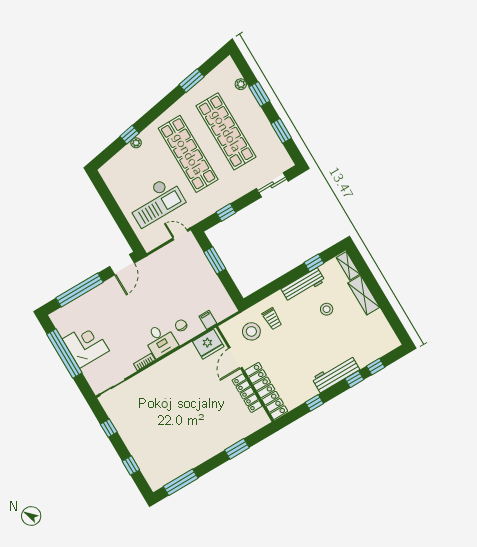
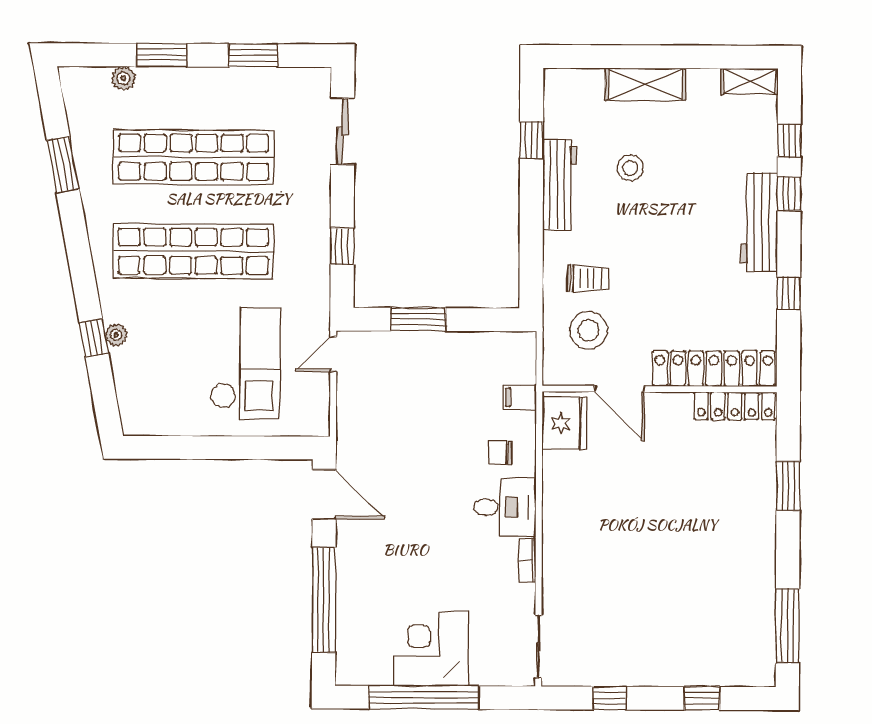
shelving: (348, 266) -> (749, 81), moved
locker: (247, 393) -> (735, 406), moved

